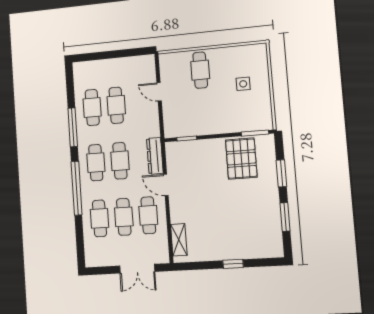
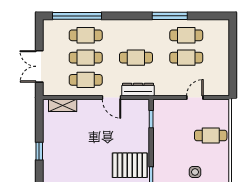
cafe table: (96, 163) -> (136, 35), removed
door: (166, 185) -> (112, 98), swing flipped
window: (77, 188) -> (77, 16), moved

